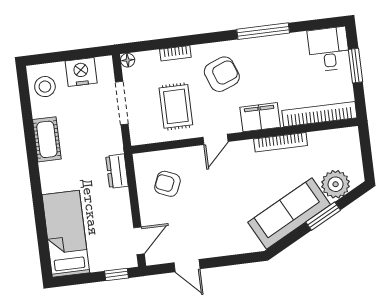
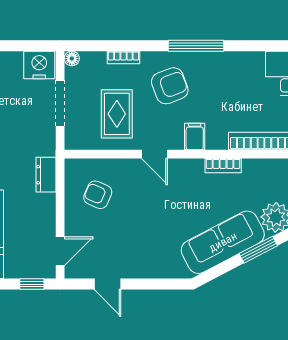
window: (263, 31) -> (196, 46), moved
nightstand: (81, 72) -> (39, 65), moved
filing cabinet: (260, 117) -> (195, 136), width x0.50
door: (216, 139) -> (155, 154), hinge flipped
bookcase: (281, 142) -> (223, 166), width x0.64

